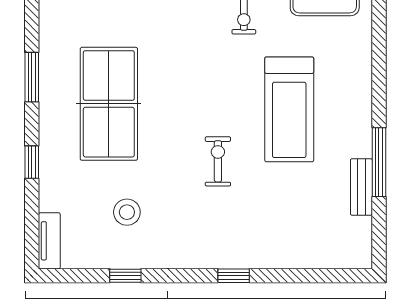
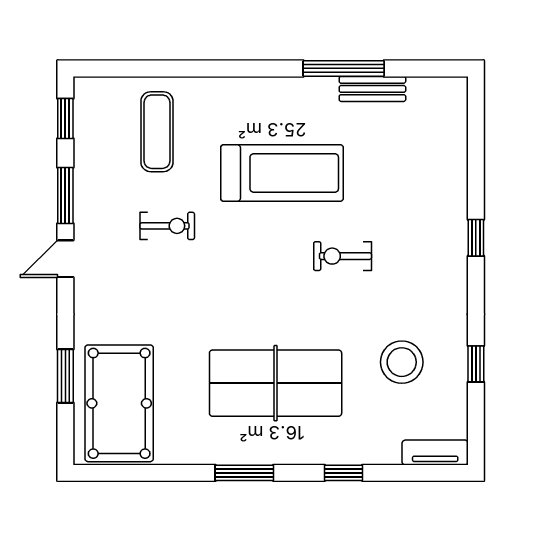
stool: (127, 212) -> (402, 362), width x1.38, depth x1.38

